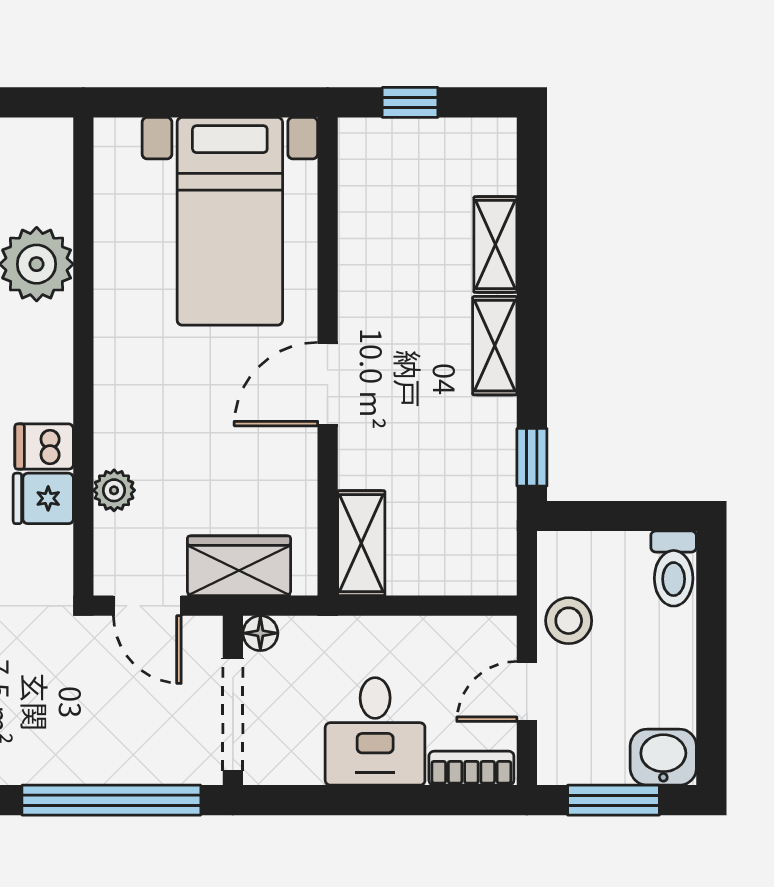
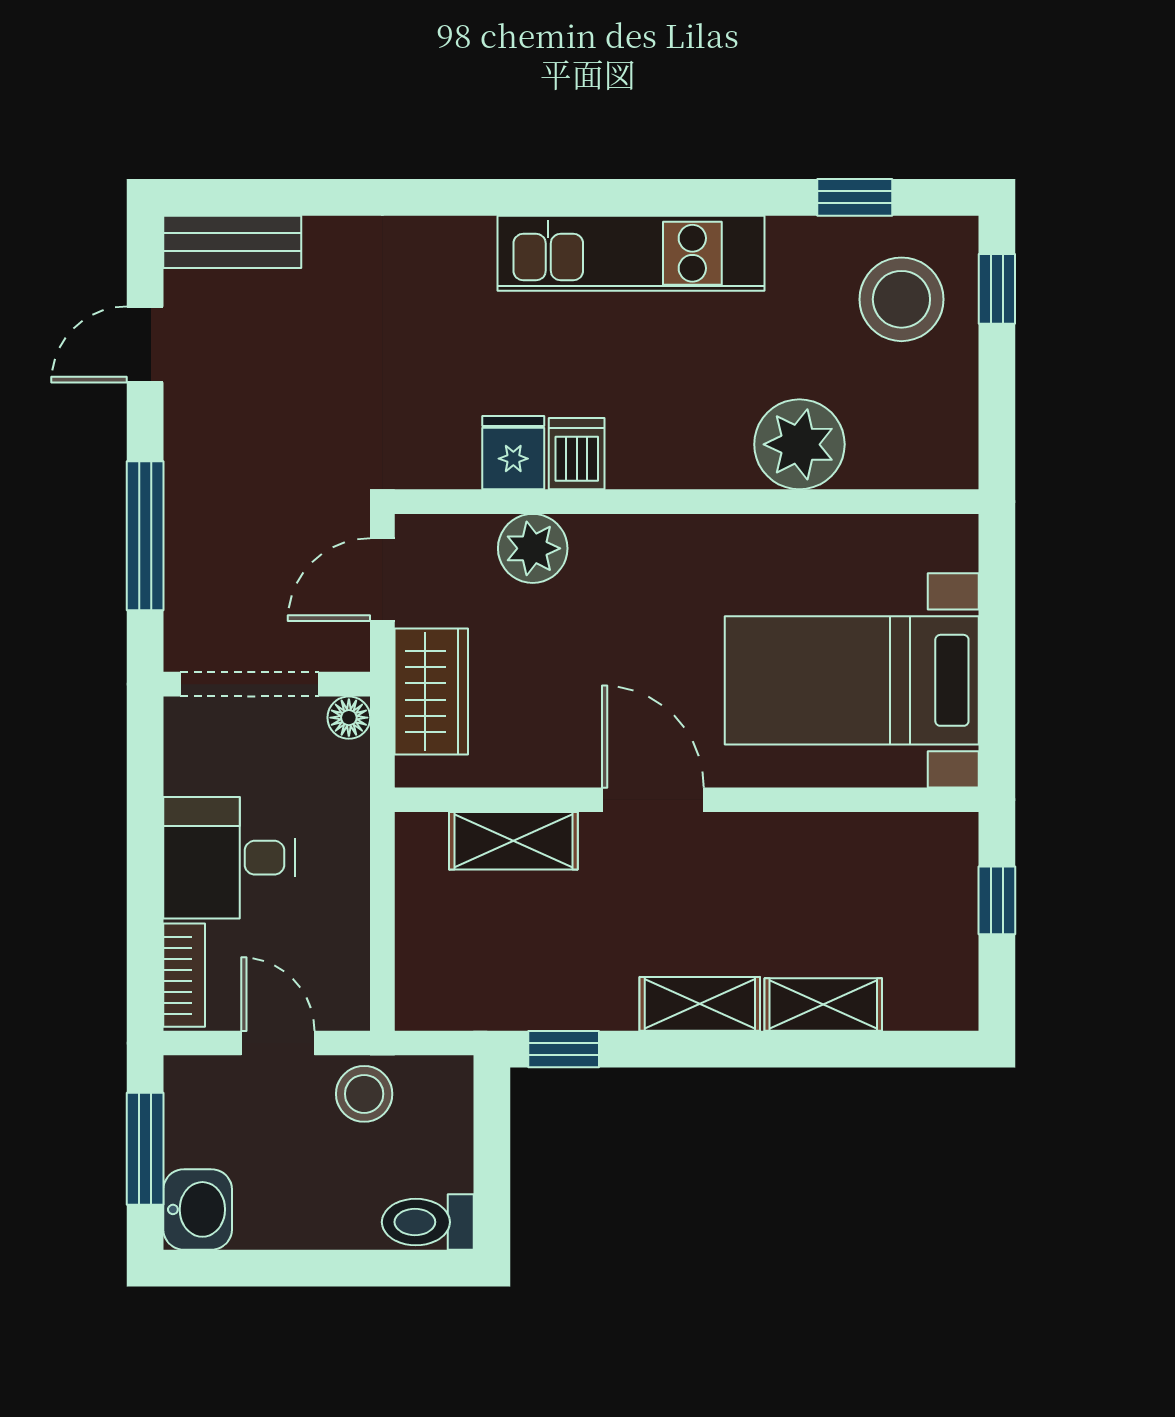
plant: (114, 490) -> (533, 548), width x1.38, depth x1.38
shelving: (361, 543) -> (513, 841), moved
window: (111, 800) -> (145, 536), width x0.68

